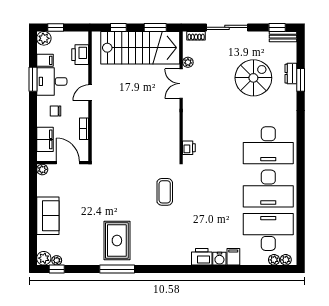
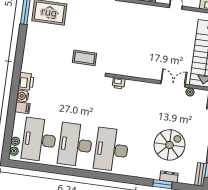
spiral stairs: (253, 78) -> (169, 145), turned -90
desk: (268, 232) -> (39, 140), turned 180

